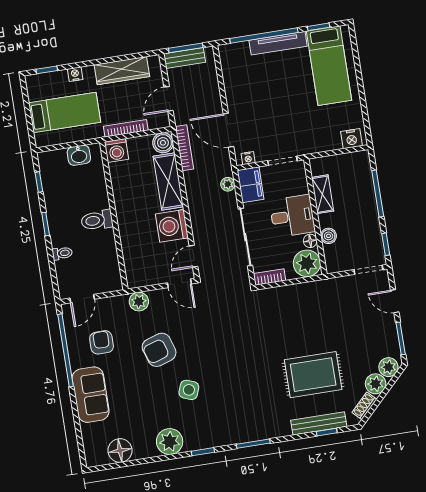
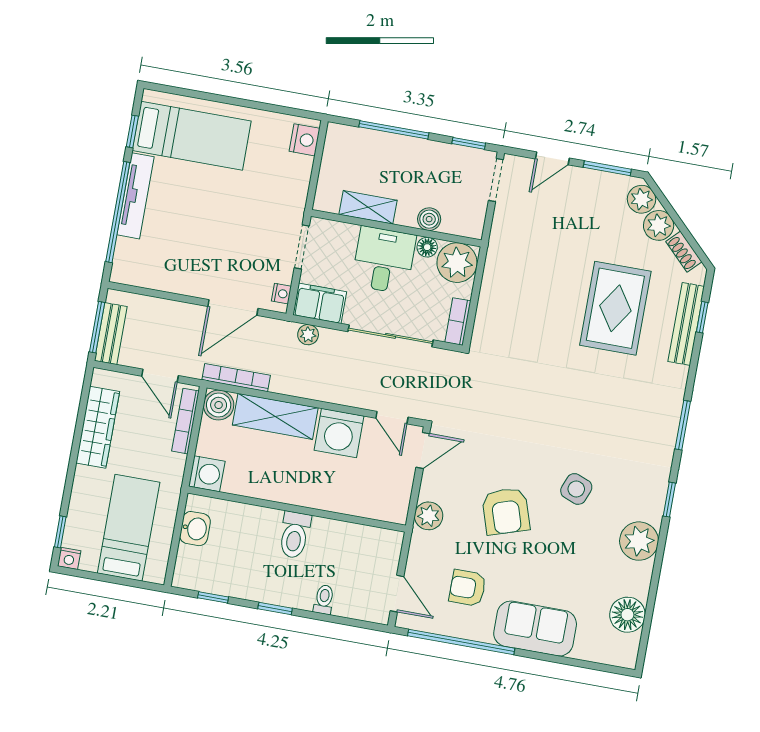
nightstand: (75, 74) -> (69, 558), moved, turned -90
bookcase: (126, 128) -> (185, 421), moved

